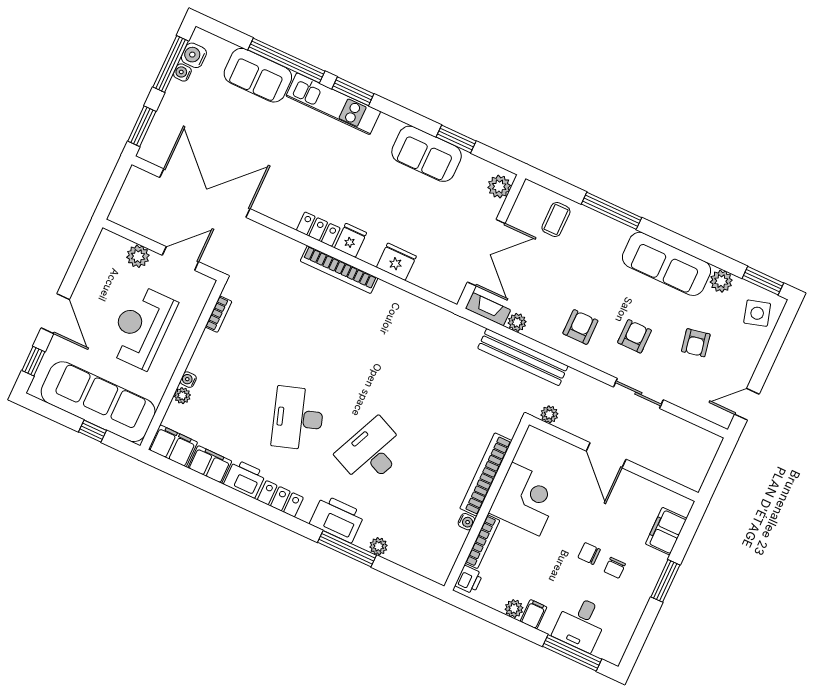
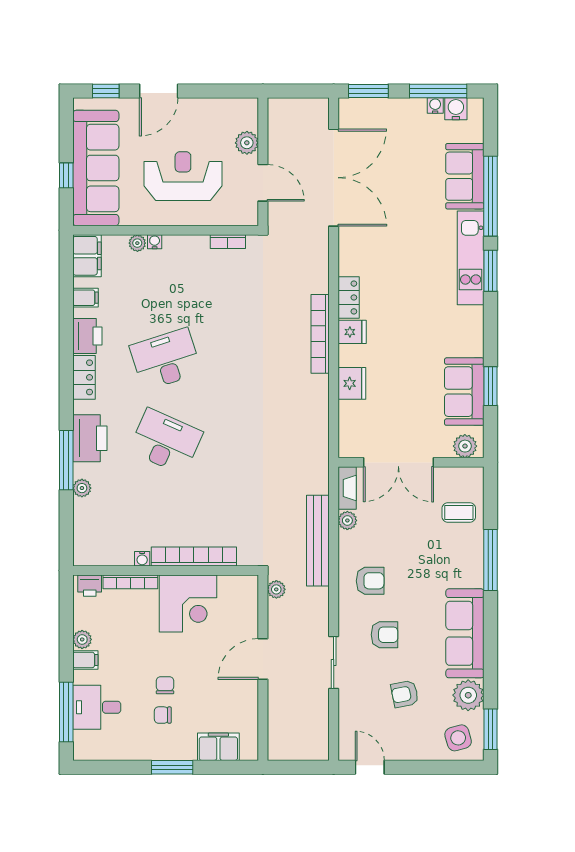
sofa: (427, 154) -> (464, 392), moved
plant: (721, 281) -> (468, 695), width x1.36, depth x1.36
filing cabinet: (210, 464) -> (85, 298), width x0.50

